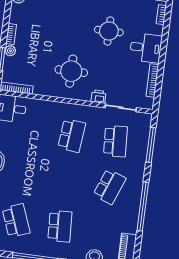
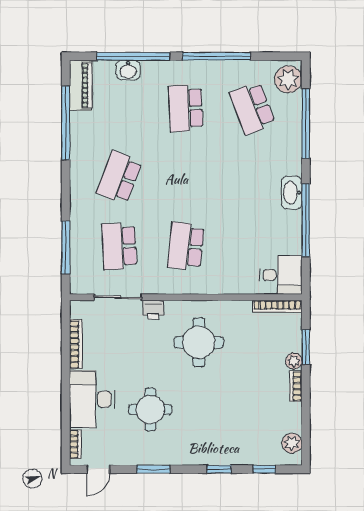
desk: (146, 48) -> (92, 399), width x1.37
window: (143, 207) -> (66, 123), moved

